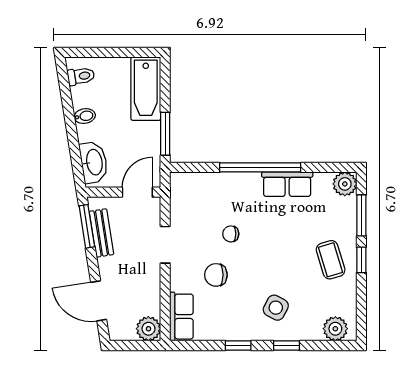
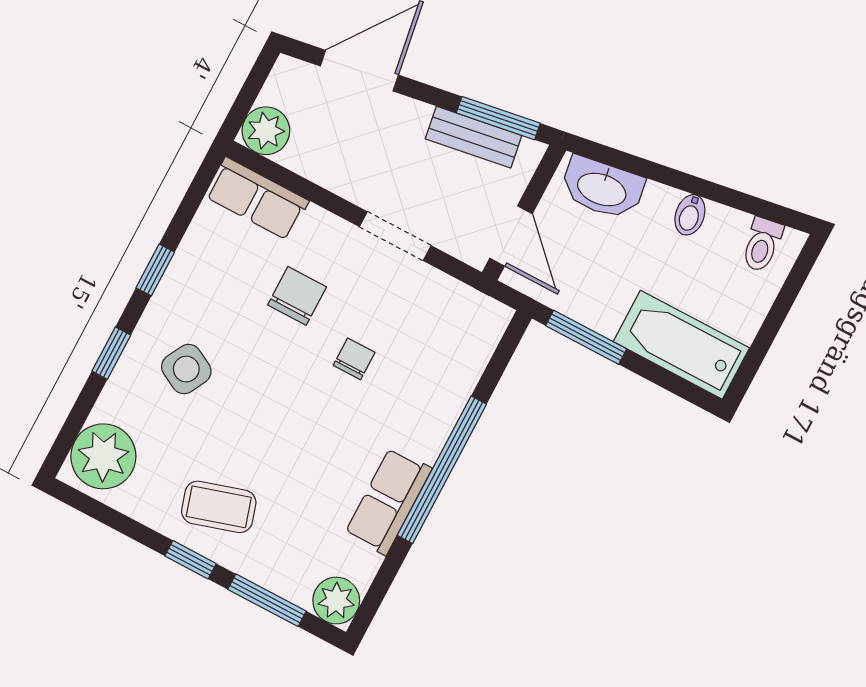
plant: (335, 329) -> (103, 456), width x1.36, depth x1.36

